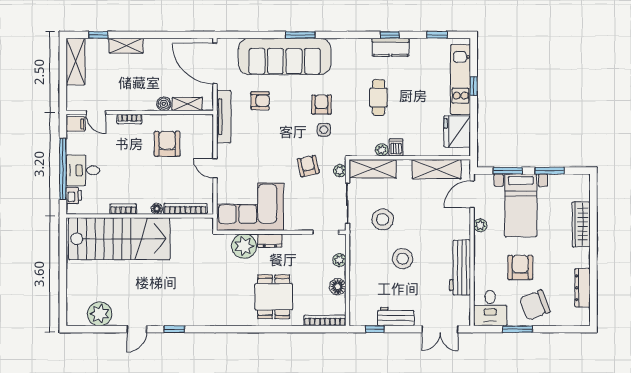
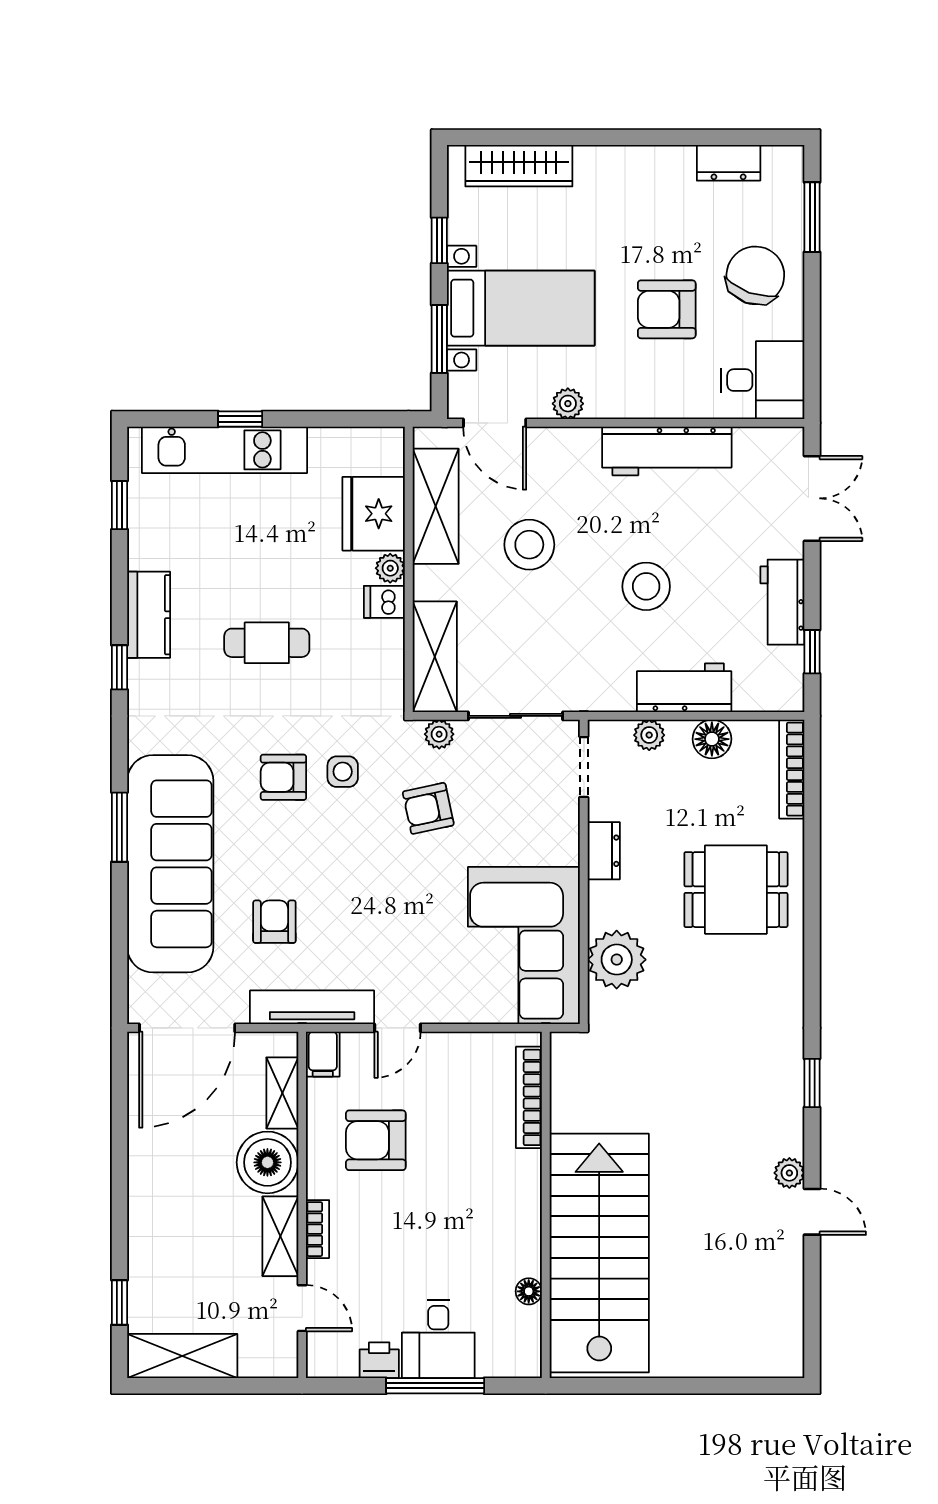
window: (390, 35) -> (119, 667), moved
shelving: (126, 46) -> (280, 1236), moved
boiler: (164, 104) -> (267, 1162), width x1.86, depth x1.86
door: (96, 112) -> (302, 1308), hinge flipped
filing cabinet: (76, 124) -> (323, 1054), moved, turned 180
fridge: (457, 131) -> (374, 514), moved, turned 90
plant: (382, 150) -> (390, 568), moved
door: (215, 168) -> (398, 1028), moved
window: (63, 169) -> (435, 1386), width x0.68
window: (550, 171) -> (439, 240), width x0.67
printer: (74, 195) -> (379, 1360), moved
bookcase: (123, 209) -> (529, 1244), removed
floor lamp: (157, 209) -> (529, 1291), moved
stool: (383, 219) -> (529, 545), moved
wardrobe: (581, 224) -> (519, 166), moved
dresser: (270, 241) -> (604, 851), moved
workbench: (360, 275) -> (684, 688), added
dresser: (583, 288) -> (729, 163), width x0.70
chair: (535, 305) -> (755, 275), turned -139
plant: (100, 314) -> (789, 1173), moved, width x0.53, depth x0.53
window: (174, 329) -> (812, 1083), moved
window: (518, 329) -> (812, 217), moved

